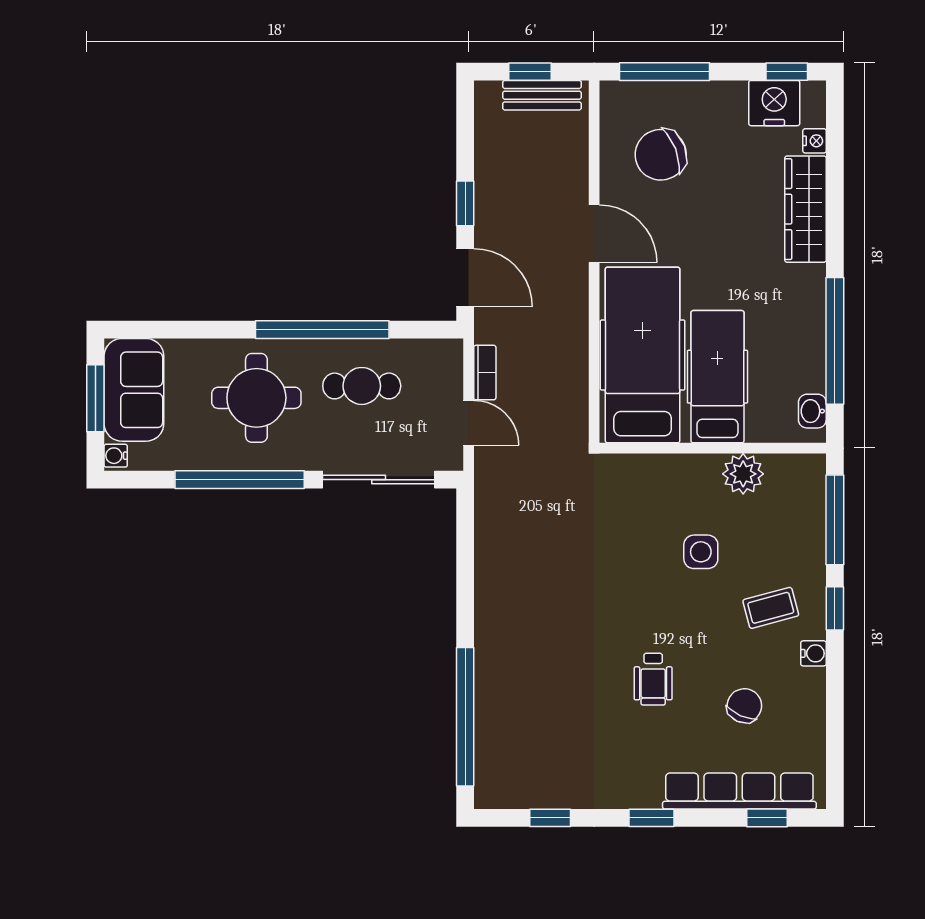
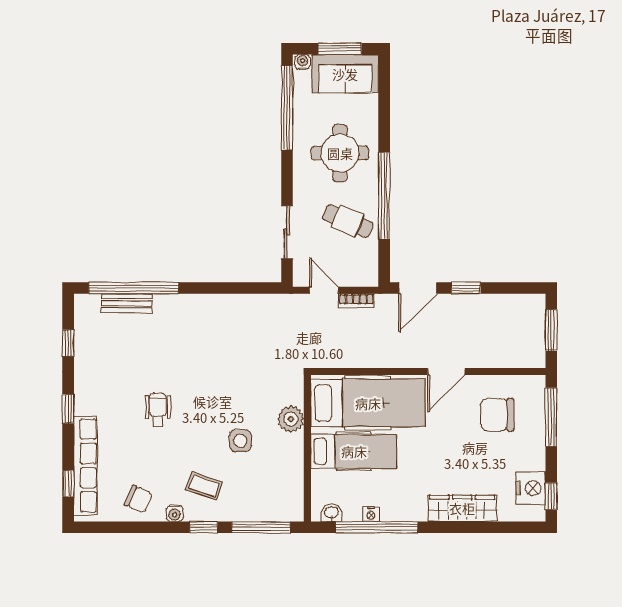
window: (530, 72) -> (551, 330), width x1.50
bench: (542, 95) -> (127, 303), moved, turned 90
nightstand: (815, 141) -> (371, 514), moved
chair: (661, 155) -> (497, 415), turned -69
cafe table: (362, 386) -> (348, 221), turned -67
door: (469, 423) -> (324, 290), swing flipped
plant: (743, 474) -> (291, 419), moved
window: (240, 480) -> (287, 108), moved
sliding door: (379, 480) -> (287, 232), width x0.73
coffee table: (771, 608) -> (204, 486), turned -56
wheelchair: (653, 679) -> (158, 410), turned 90
chair: (744, 706) -> (138, 499), moved

